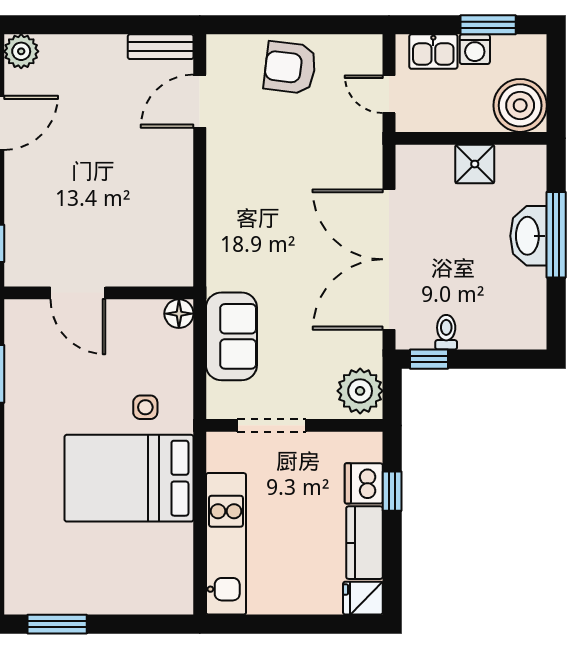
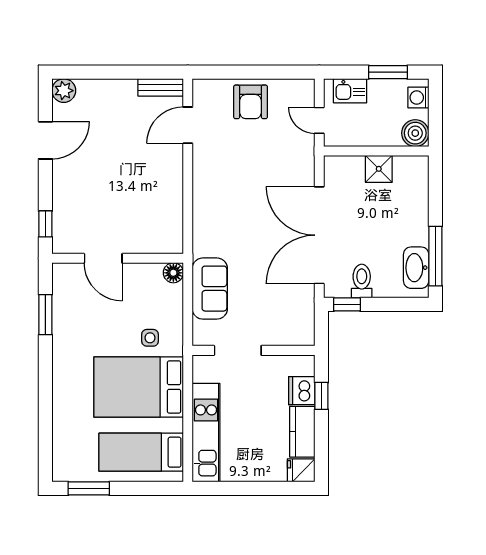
washing machine: (475, 49) -> (418, 98), moved, turned 90
armchair: (290, 68) -> (251, 102), turned -97
boiler: (520, 105) -> (415, 133), width x0.73, depth x0.73
window: (556, 235) -> (435, 256), moved
washbasin: (528, 236) -> (416, 268), moved
toilet: (446, 332) -> (362, 281), width x1.37, depth x1.39
plant: (360, 391) -> (299, 326), removed
bed: (133, 572) -> (141, 452), added

